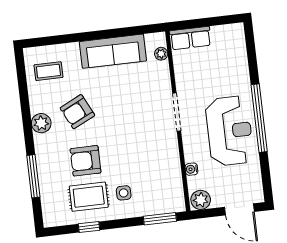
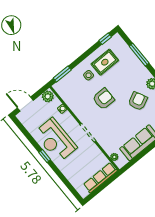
row of seats: (190, 38) -> (100, 178), width x1.48
window: (259, 118) -> (45, 156), width x0.32
armchair: (86, 161) -> (103, 99), moved
window: (89, 227) -> (105, 39), moved

